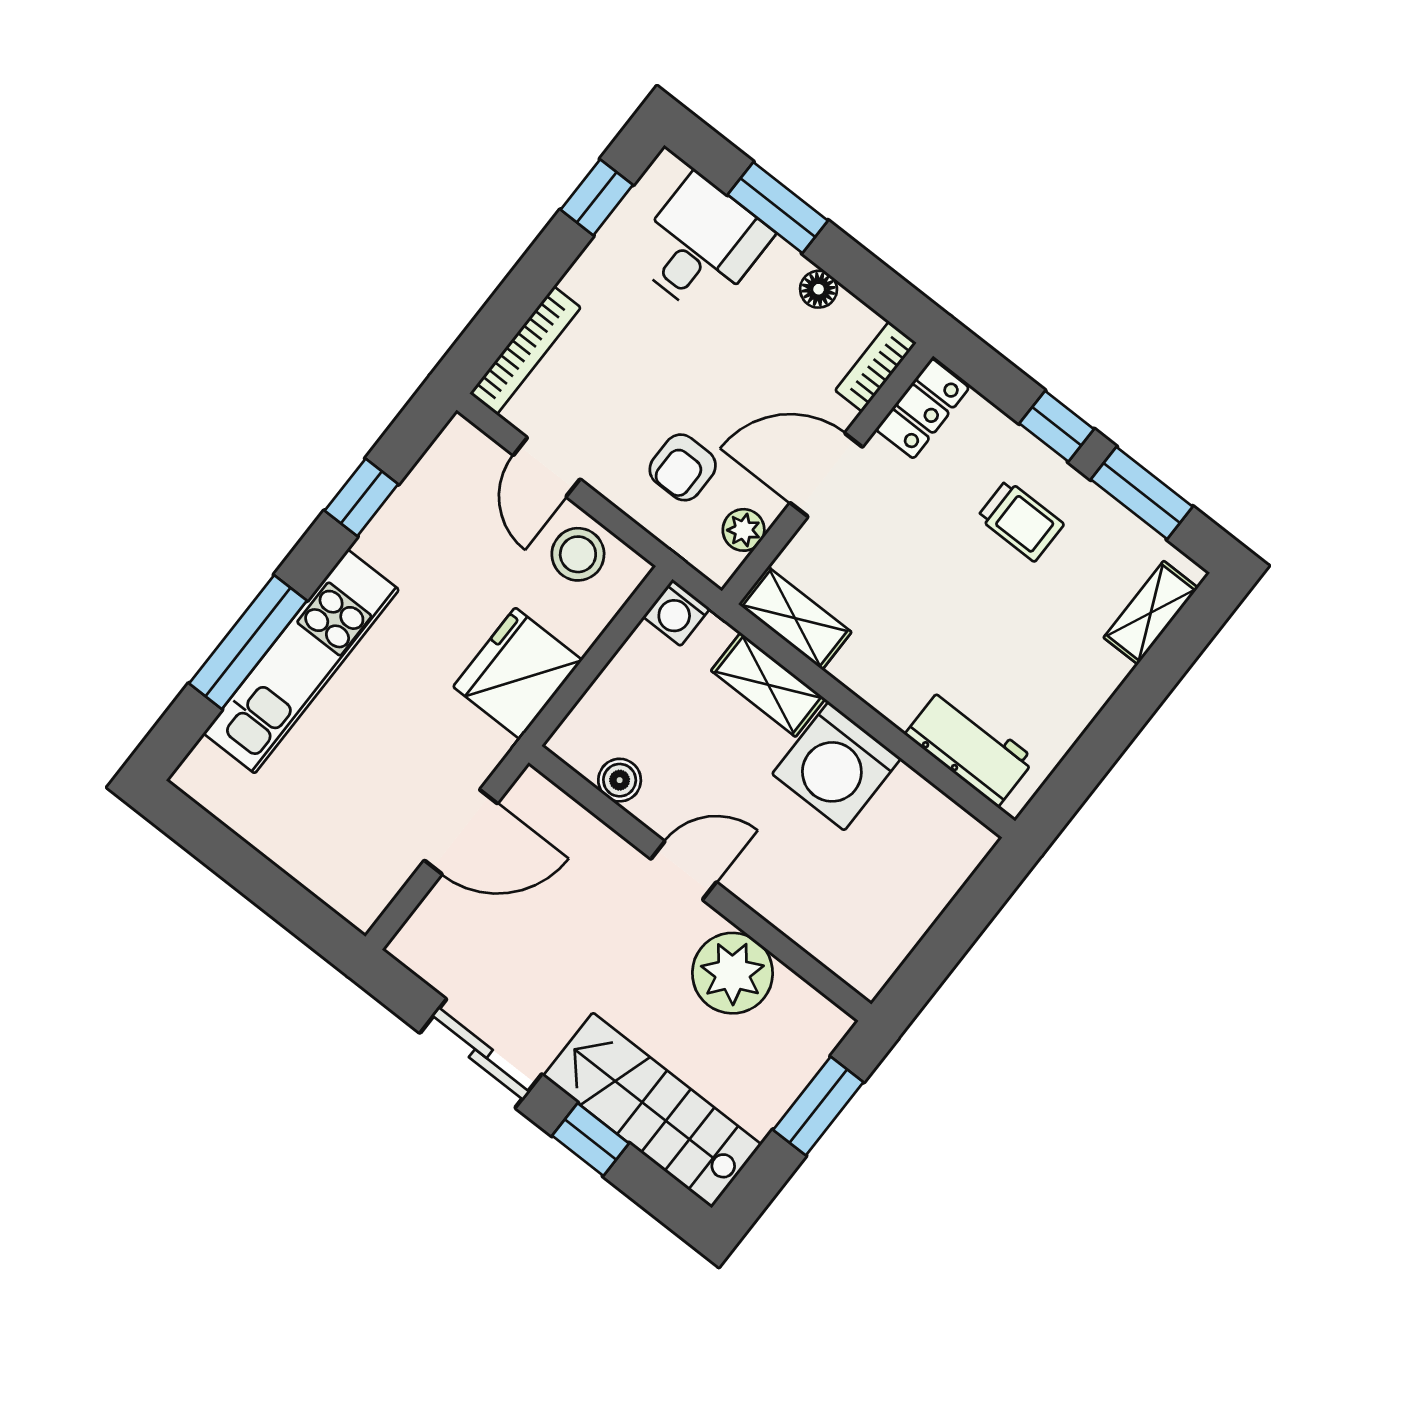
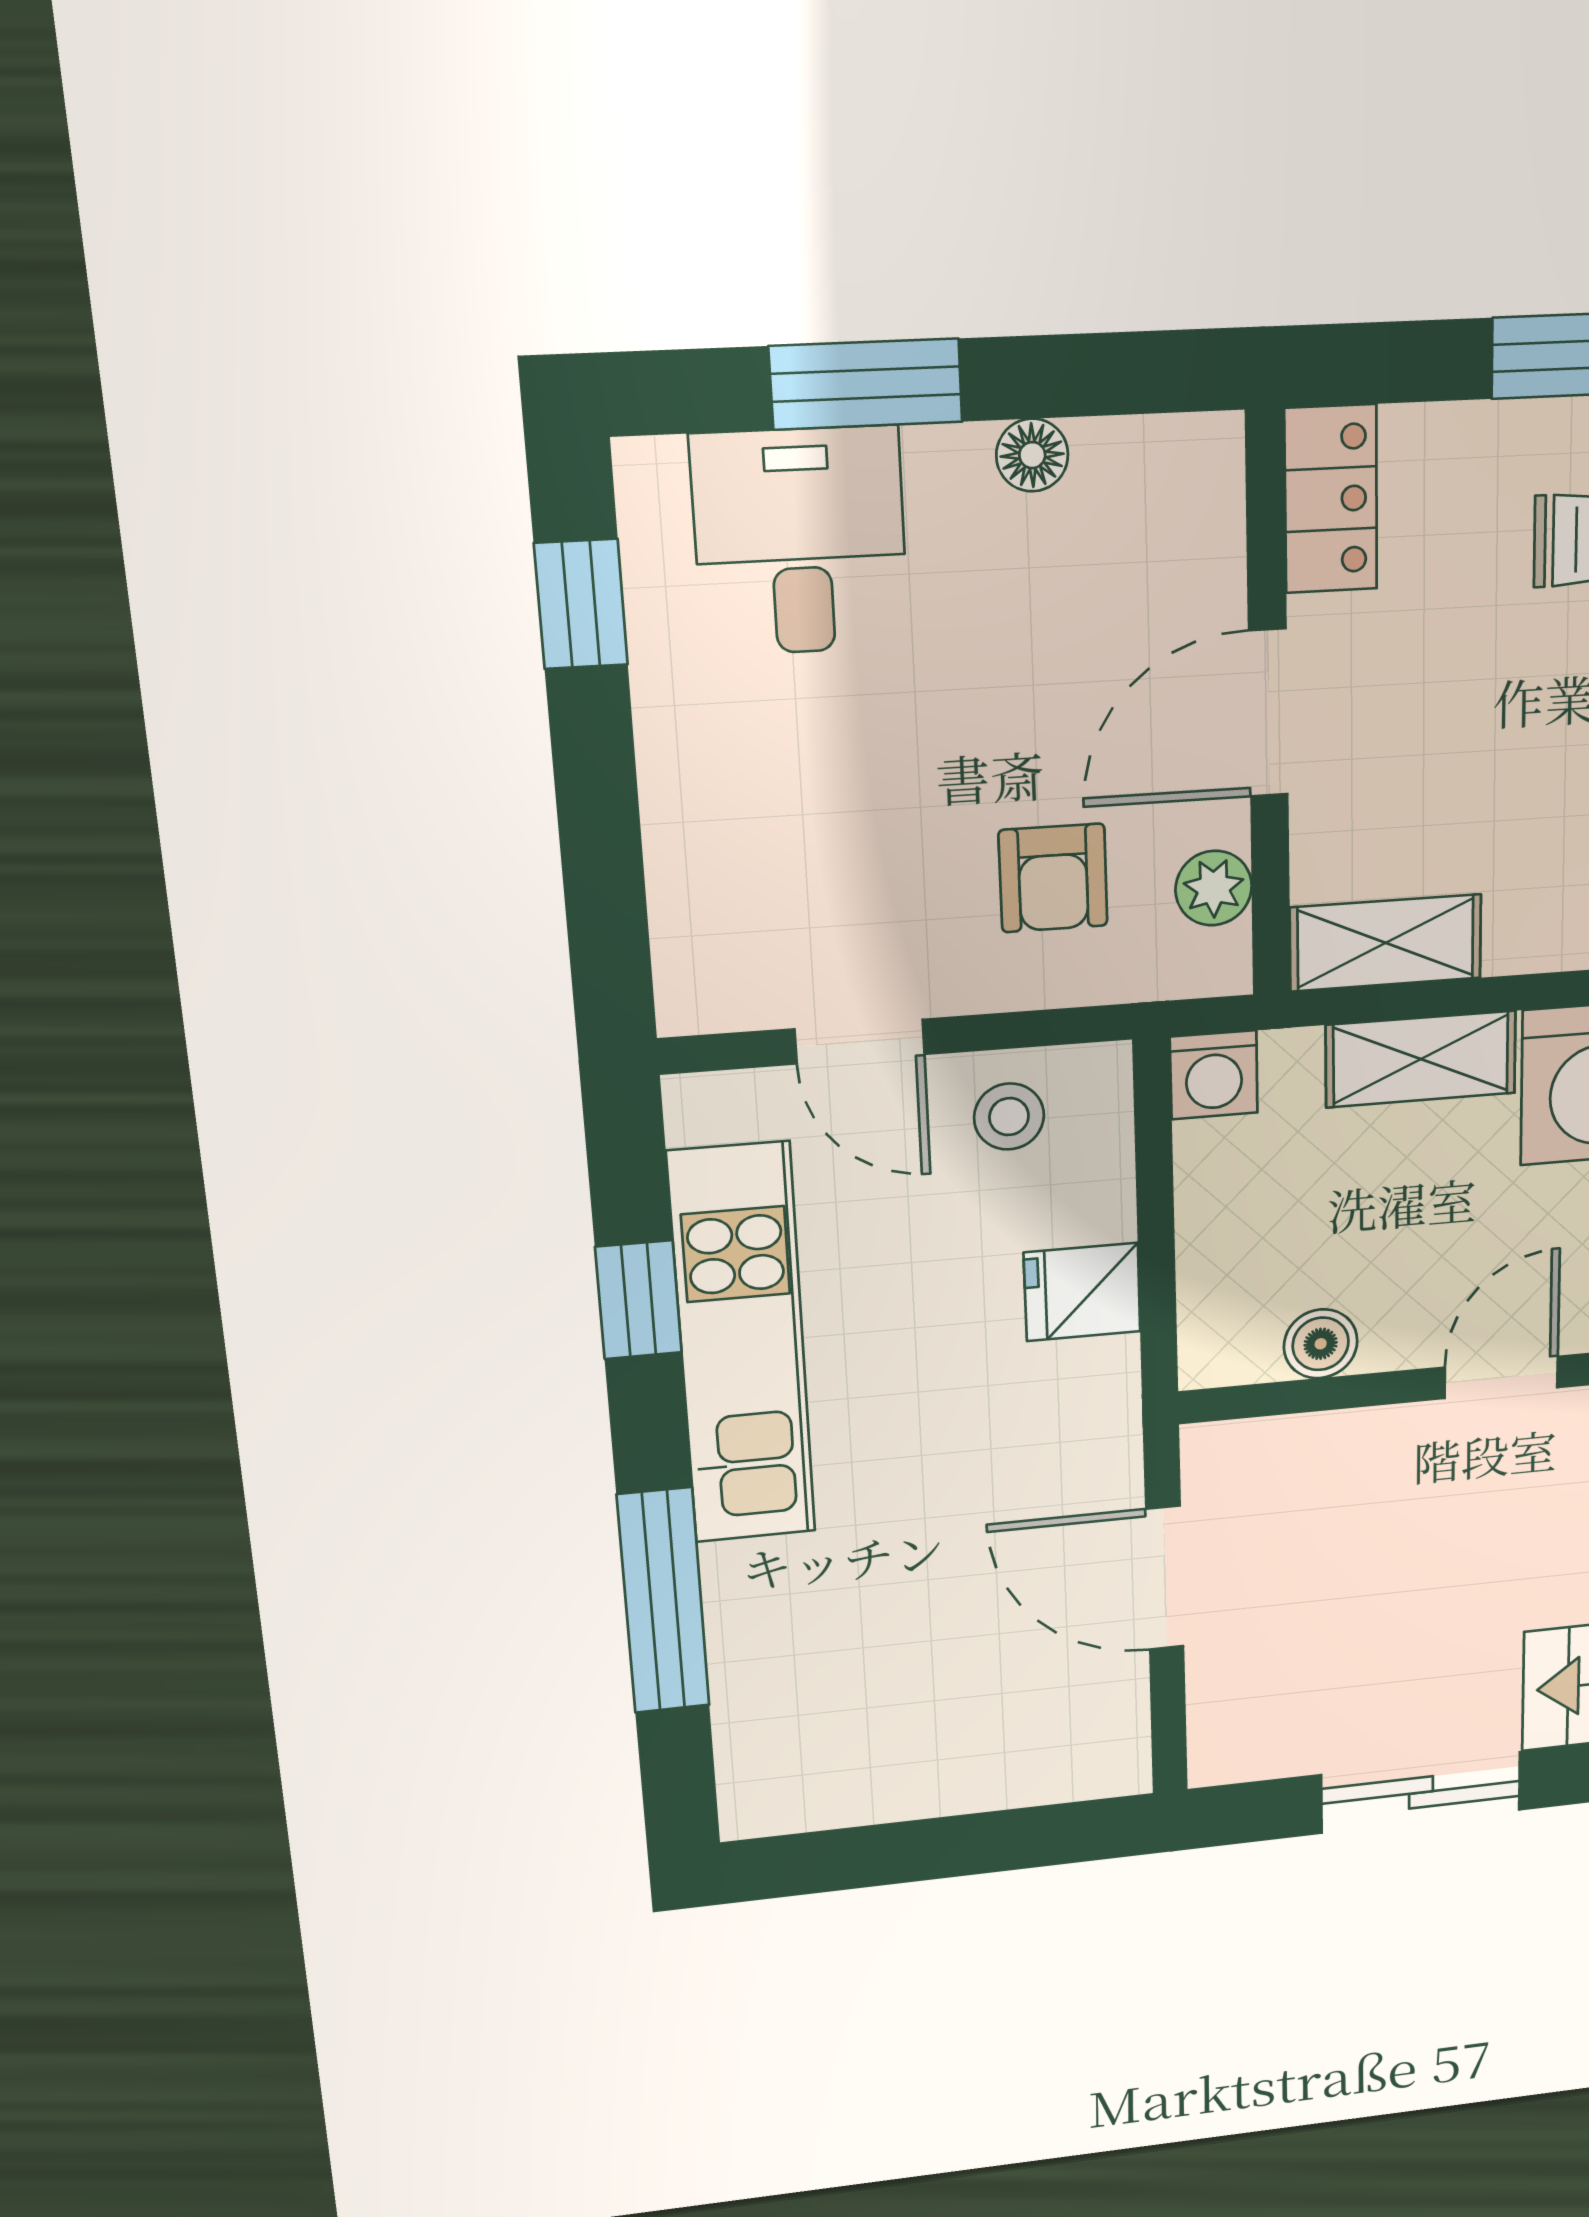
bookcase: (525, 350) -> (681, 912), removed
bookcase: (876, 367) -> (1212, 497), removed
stool: (578, 554) -> (1009, 1117), width x0.73, depth x0.73
kitchen unit: (301, 661) -> (742, 1345), moved
fridge: (518, 673) -> (1082, 1292), width x0.53, depth x0.75
door: (461, 832) -> (1165, 1578), swing flipped

